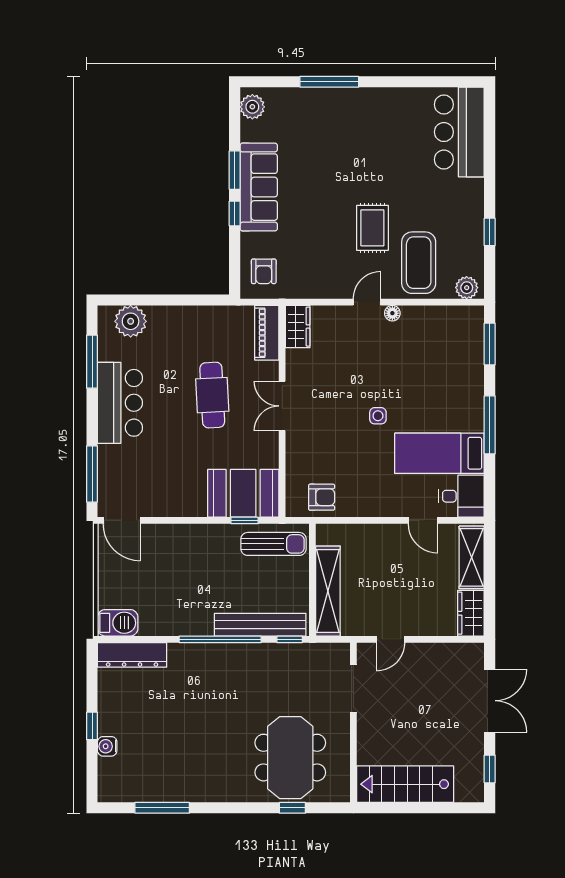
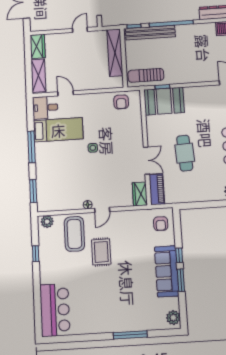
armchair: (264, 271) -> (161, 224), turned 180
double door: (282, 406) -> (146, 161), moved
armchair: (322, 497) -> (121, 102), turned -89

